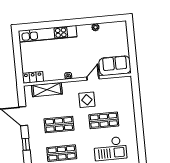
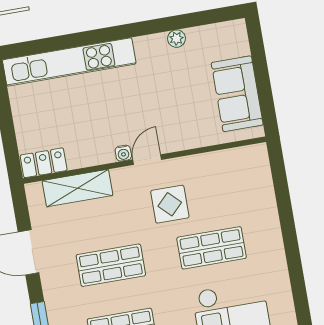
sofa: (115, 66) -> (237, 94), moved, turned -90
door: (93, 78) -> (147, 160), moved

